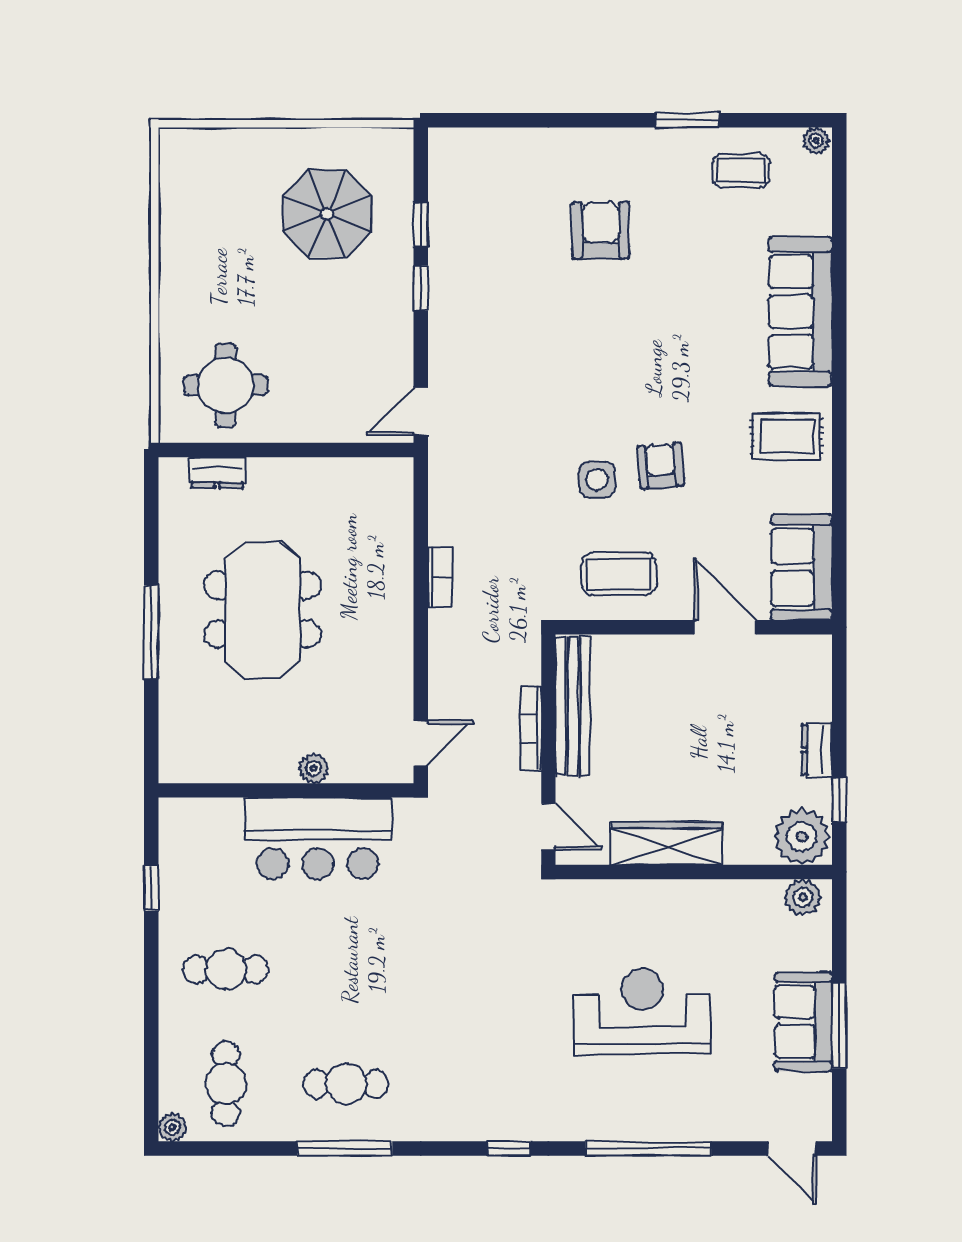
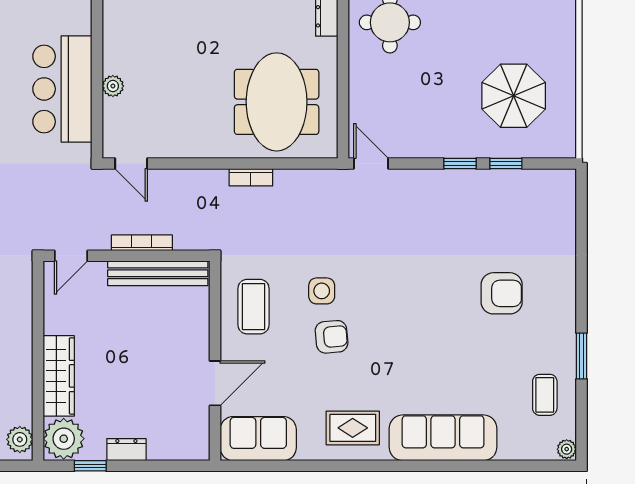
rug: (787, 437) -> (353, 428), turned 90
meeting table: (263, 610) -> (277, 102), moved, turned 90
wardrobe: (666, 843) -> (59, 376), moved

